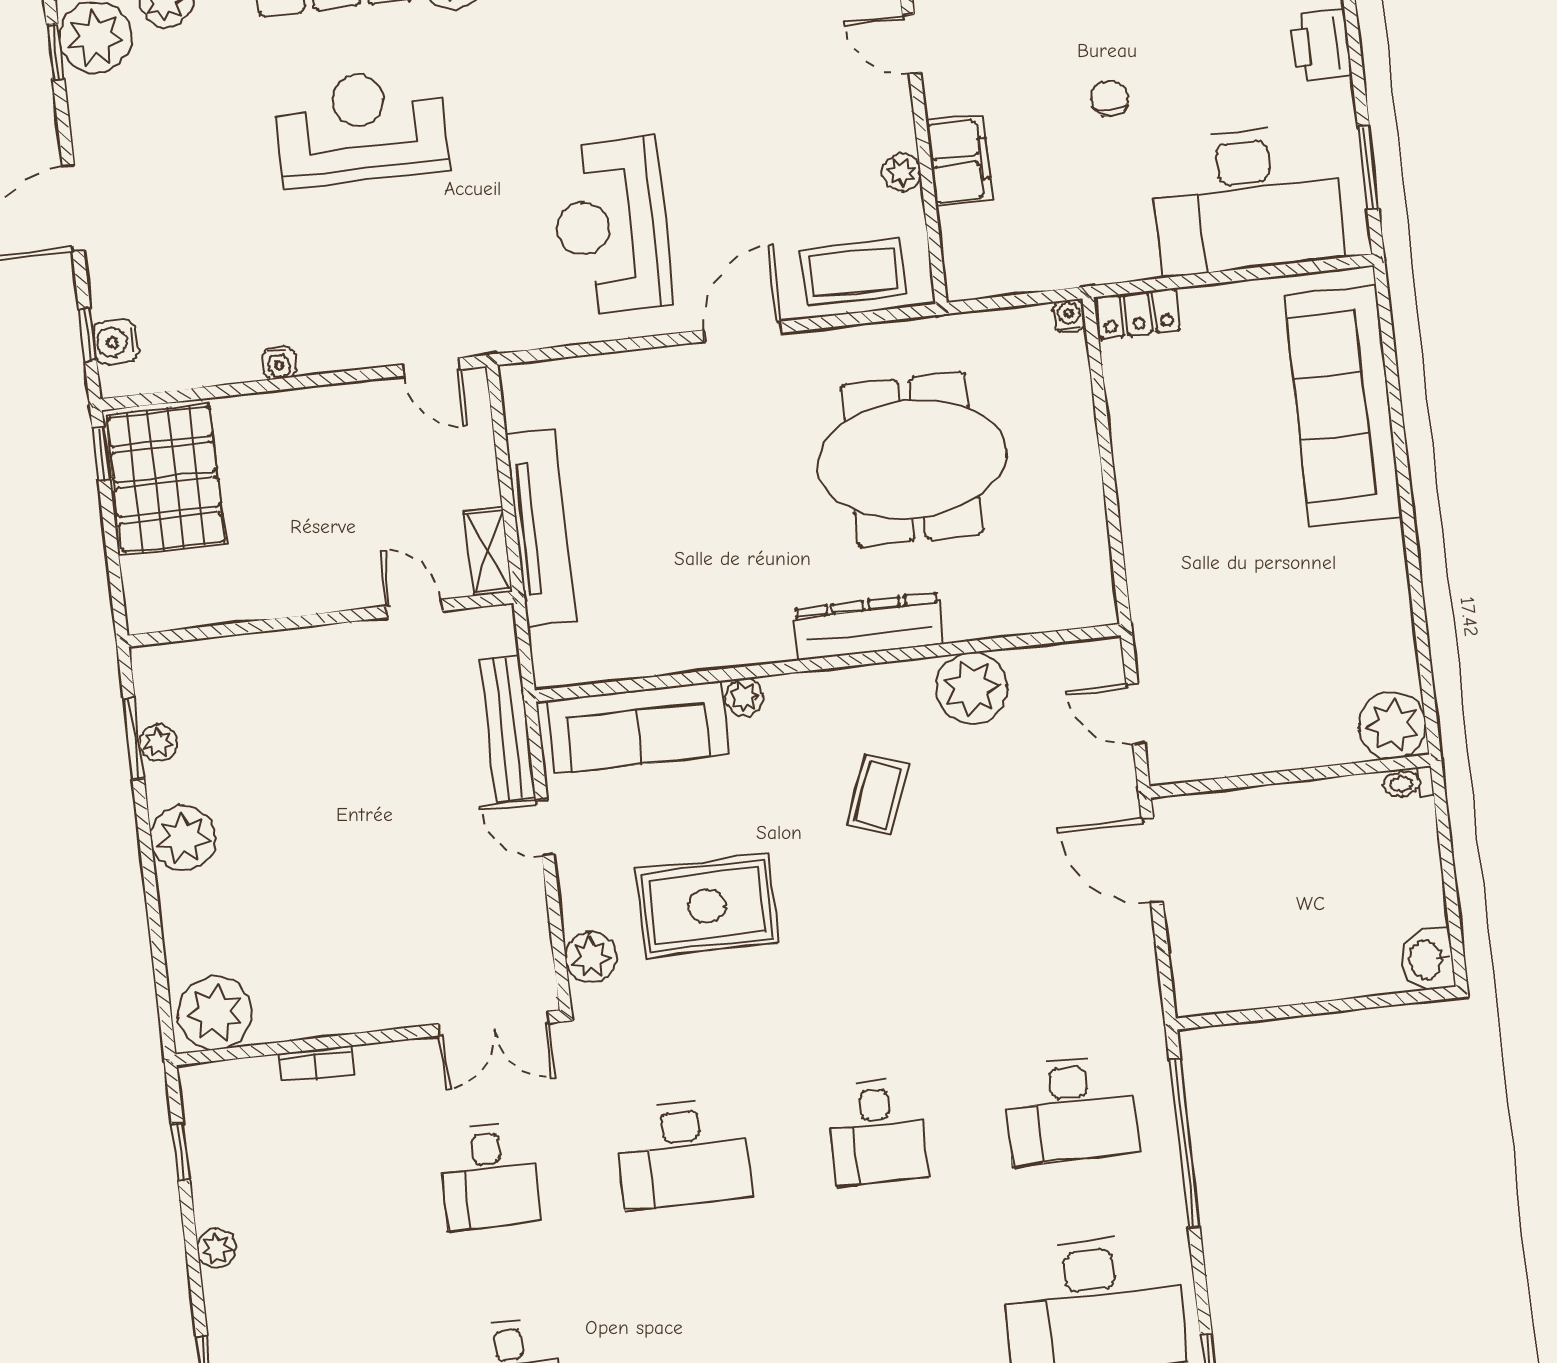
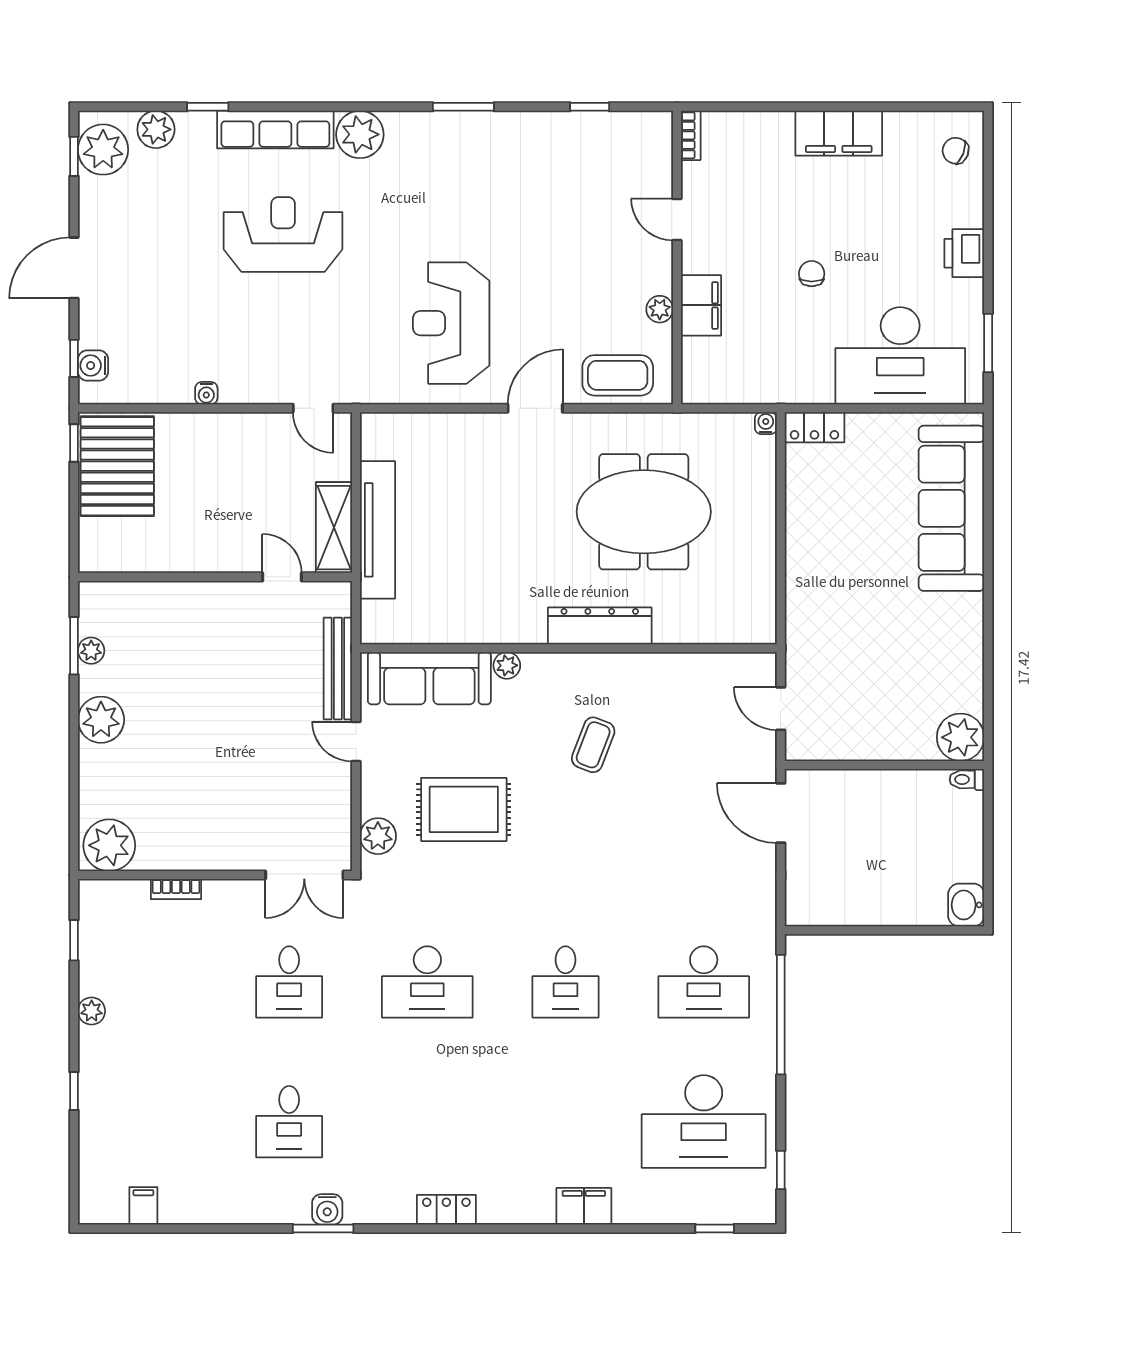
shelving: (488, 552) -> (334, 528), width x1.50, depth x1.33
plant: (972, 688) -> (668, 677), removed

